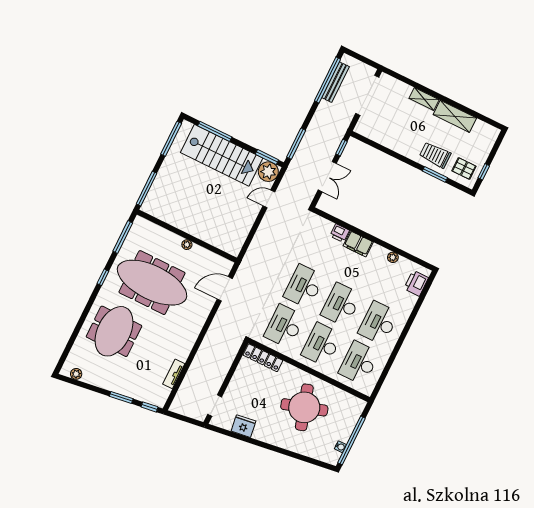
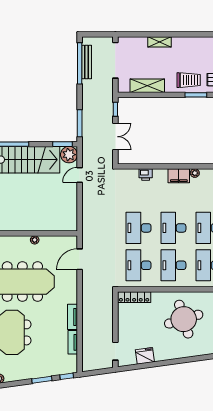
shelving: (455, 116) -> (147, 86), moved
trolley: (435, 155) -> (189, 80), turned 180
filing cabinet: (358, 244) -> (179, 176), moved
tv unit: (187, 347) -> (72, 317), added

